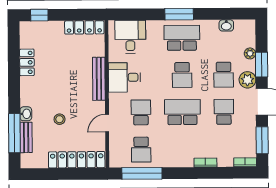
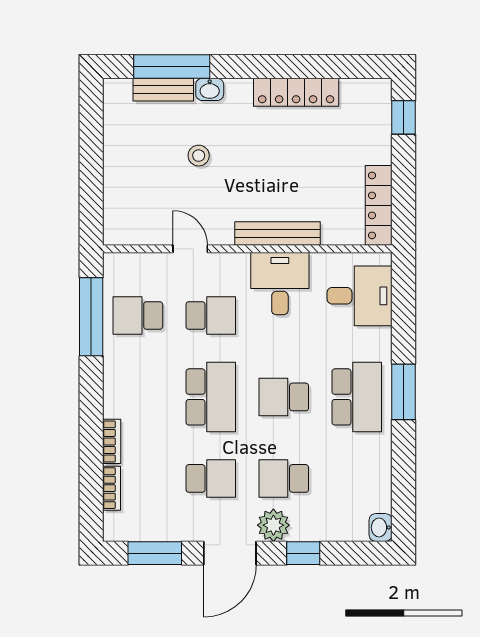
washbasin: (226, 25) -> (381, 527), moved
plant: (250, 53) -> (325, 531), removed
locker: (27, 62) -> (296, 92), width x1.53
window: (262, 65) -> (303, 553), width x0.67
locker: (77, 160) -> (119, 189), removed
bookcase: (245, 162) -> (112, 488), moved

